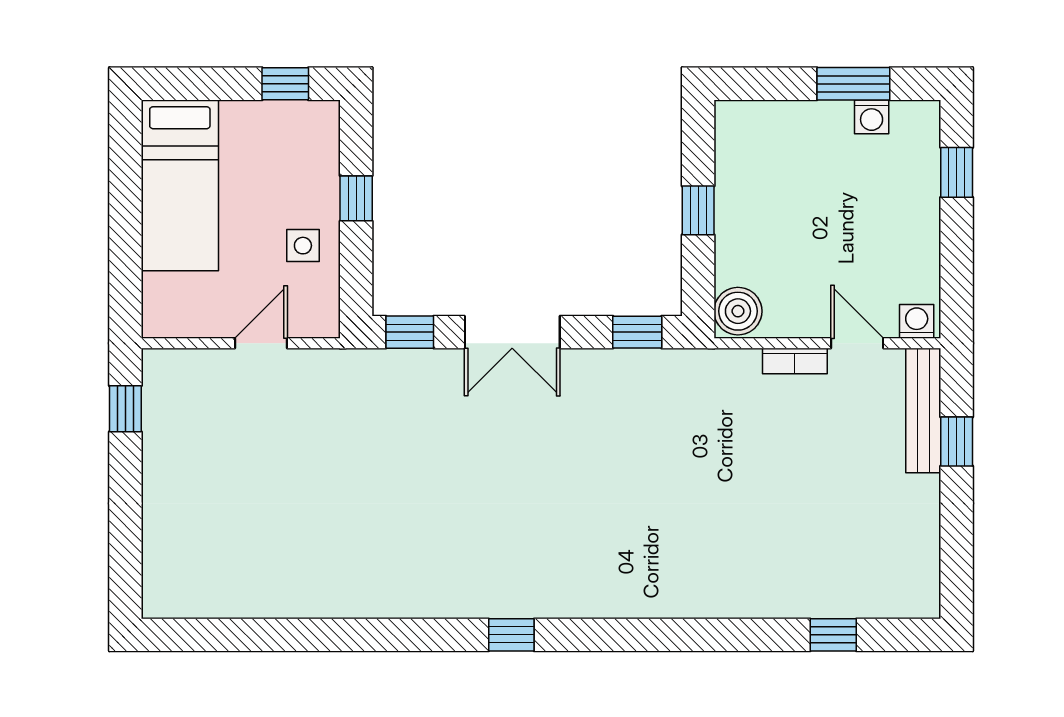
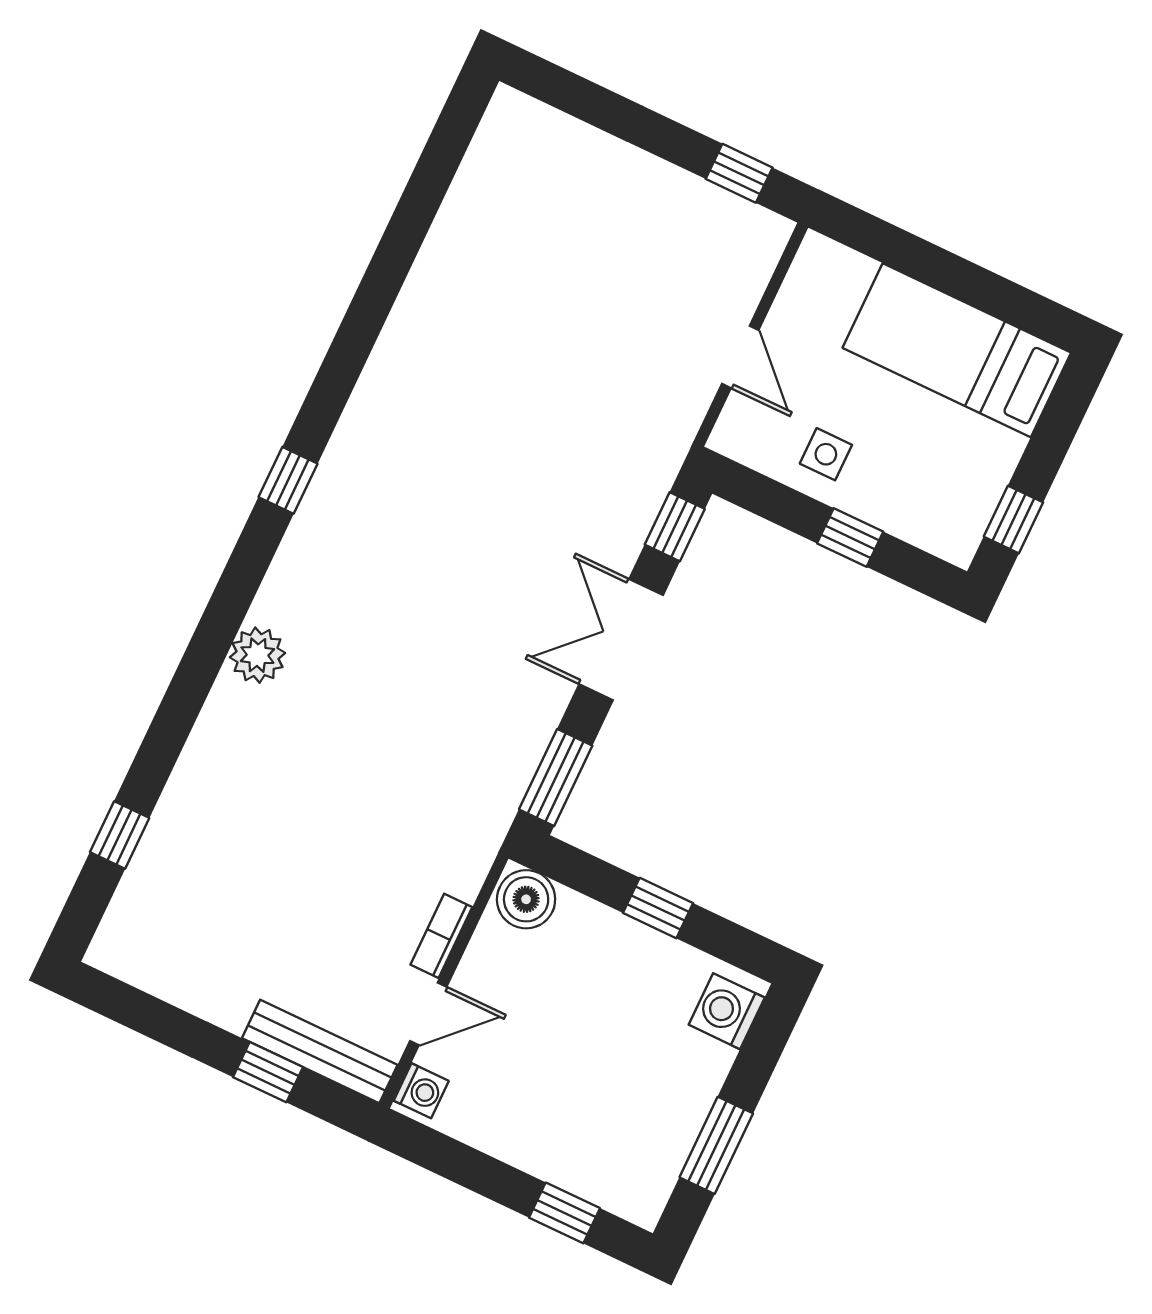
washing machine: (872, 117) -> (727, 1011), moved, width x1.38, depth x1.38
window: (637, 332) -> (556, 777), width x1.50
plant: (652, 596) -> (257, 655), added

